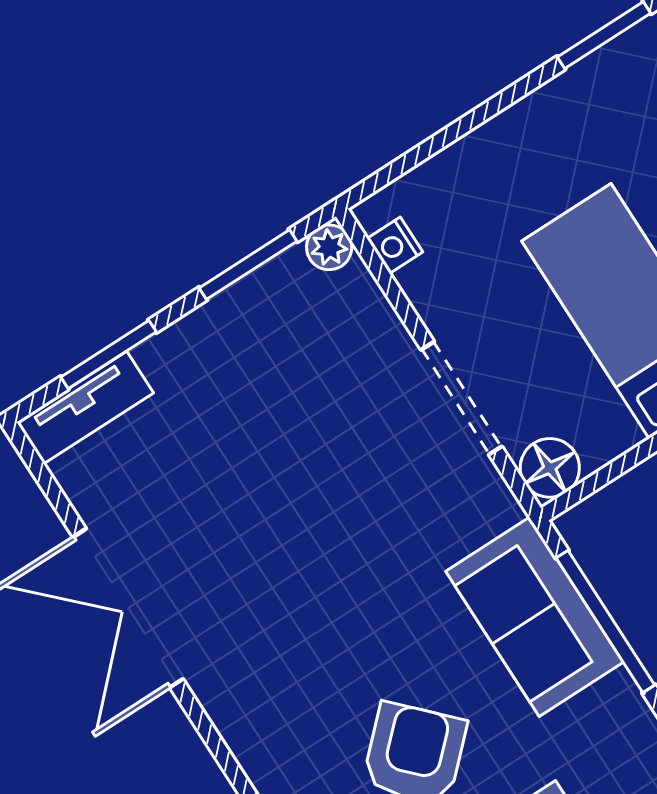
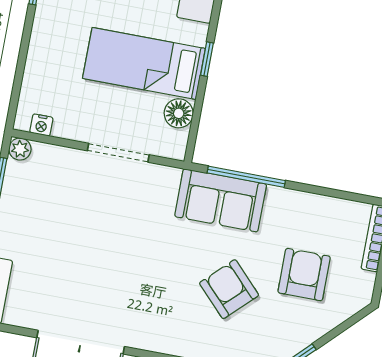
floor lamp: (550, 468) -> (179, 113), moved

